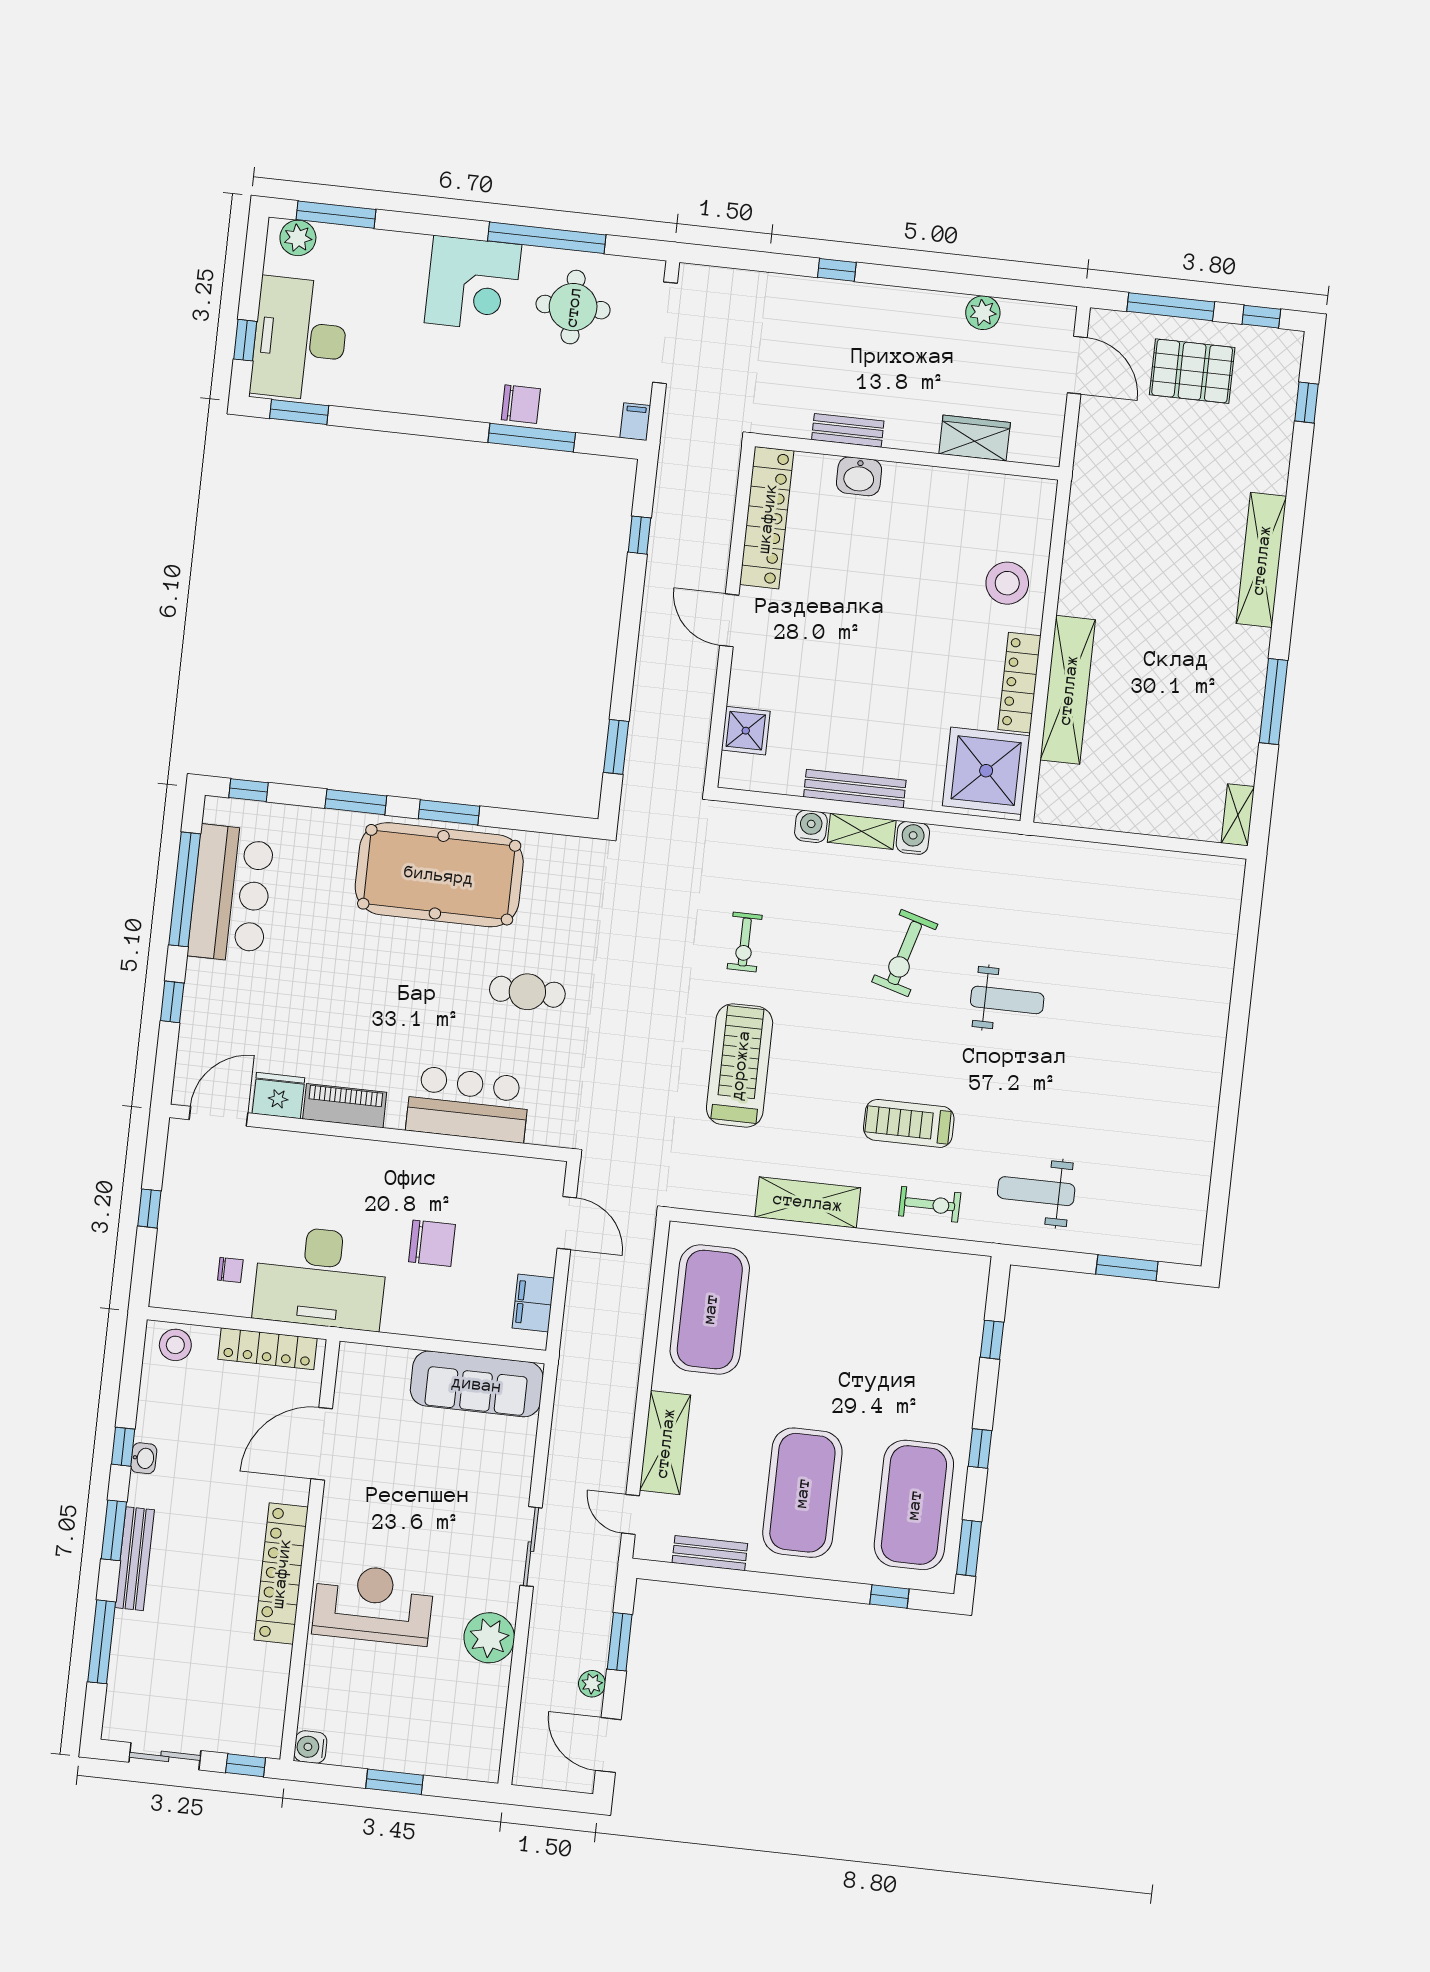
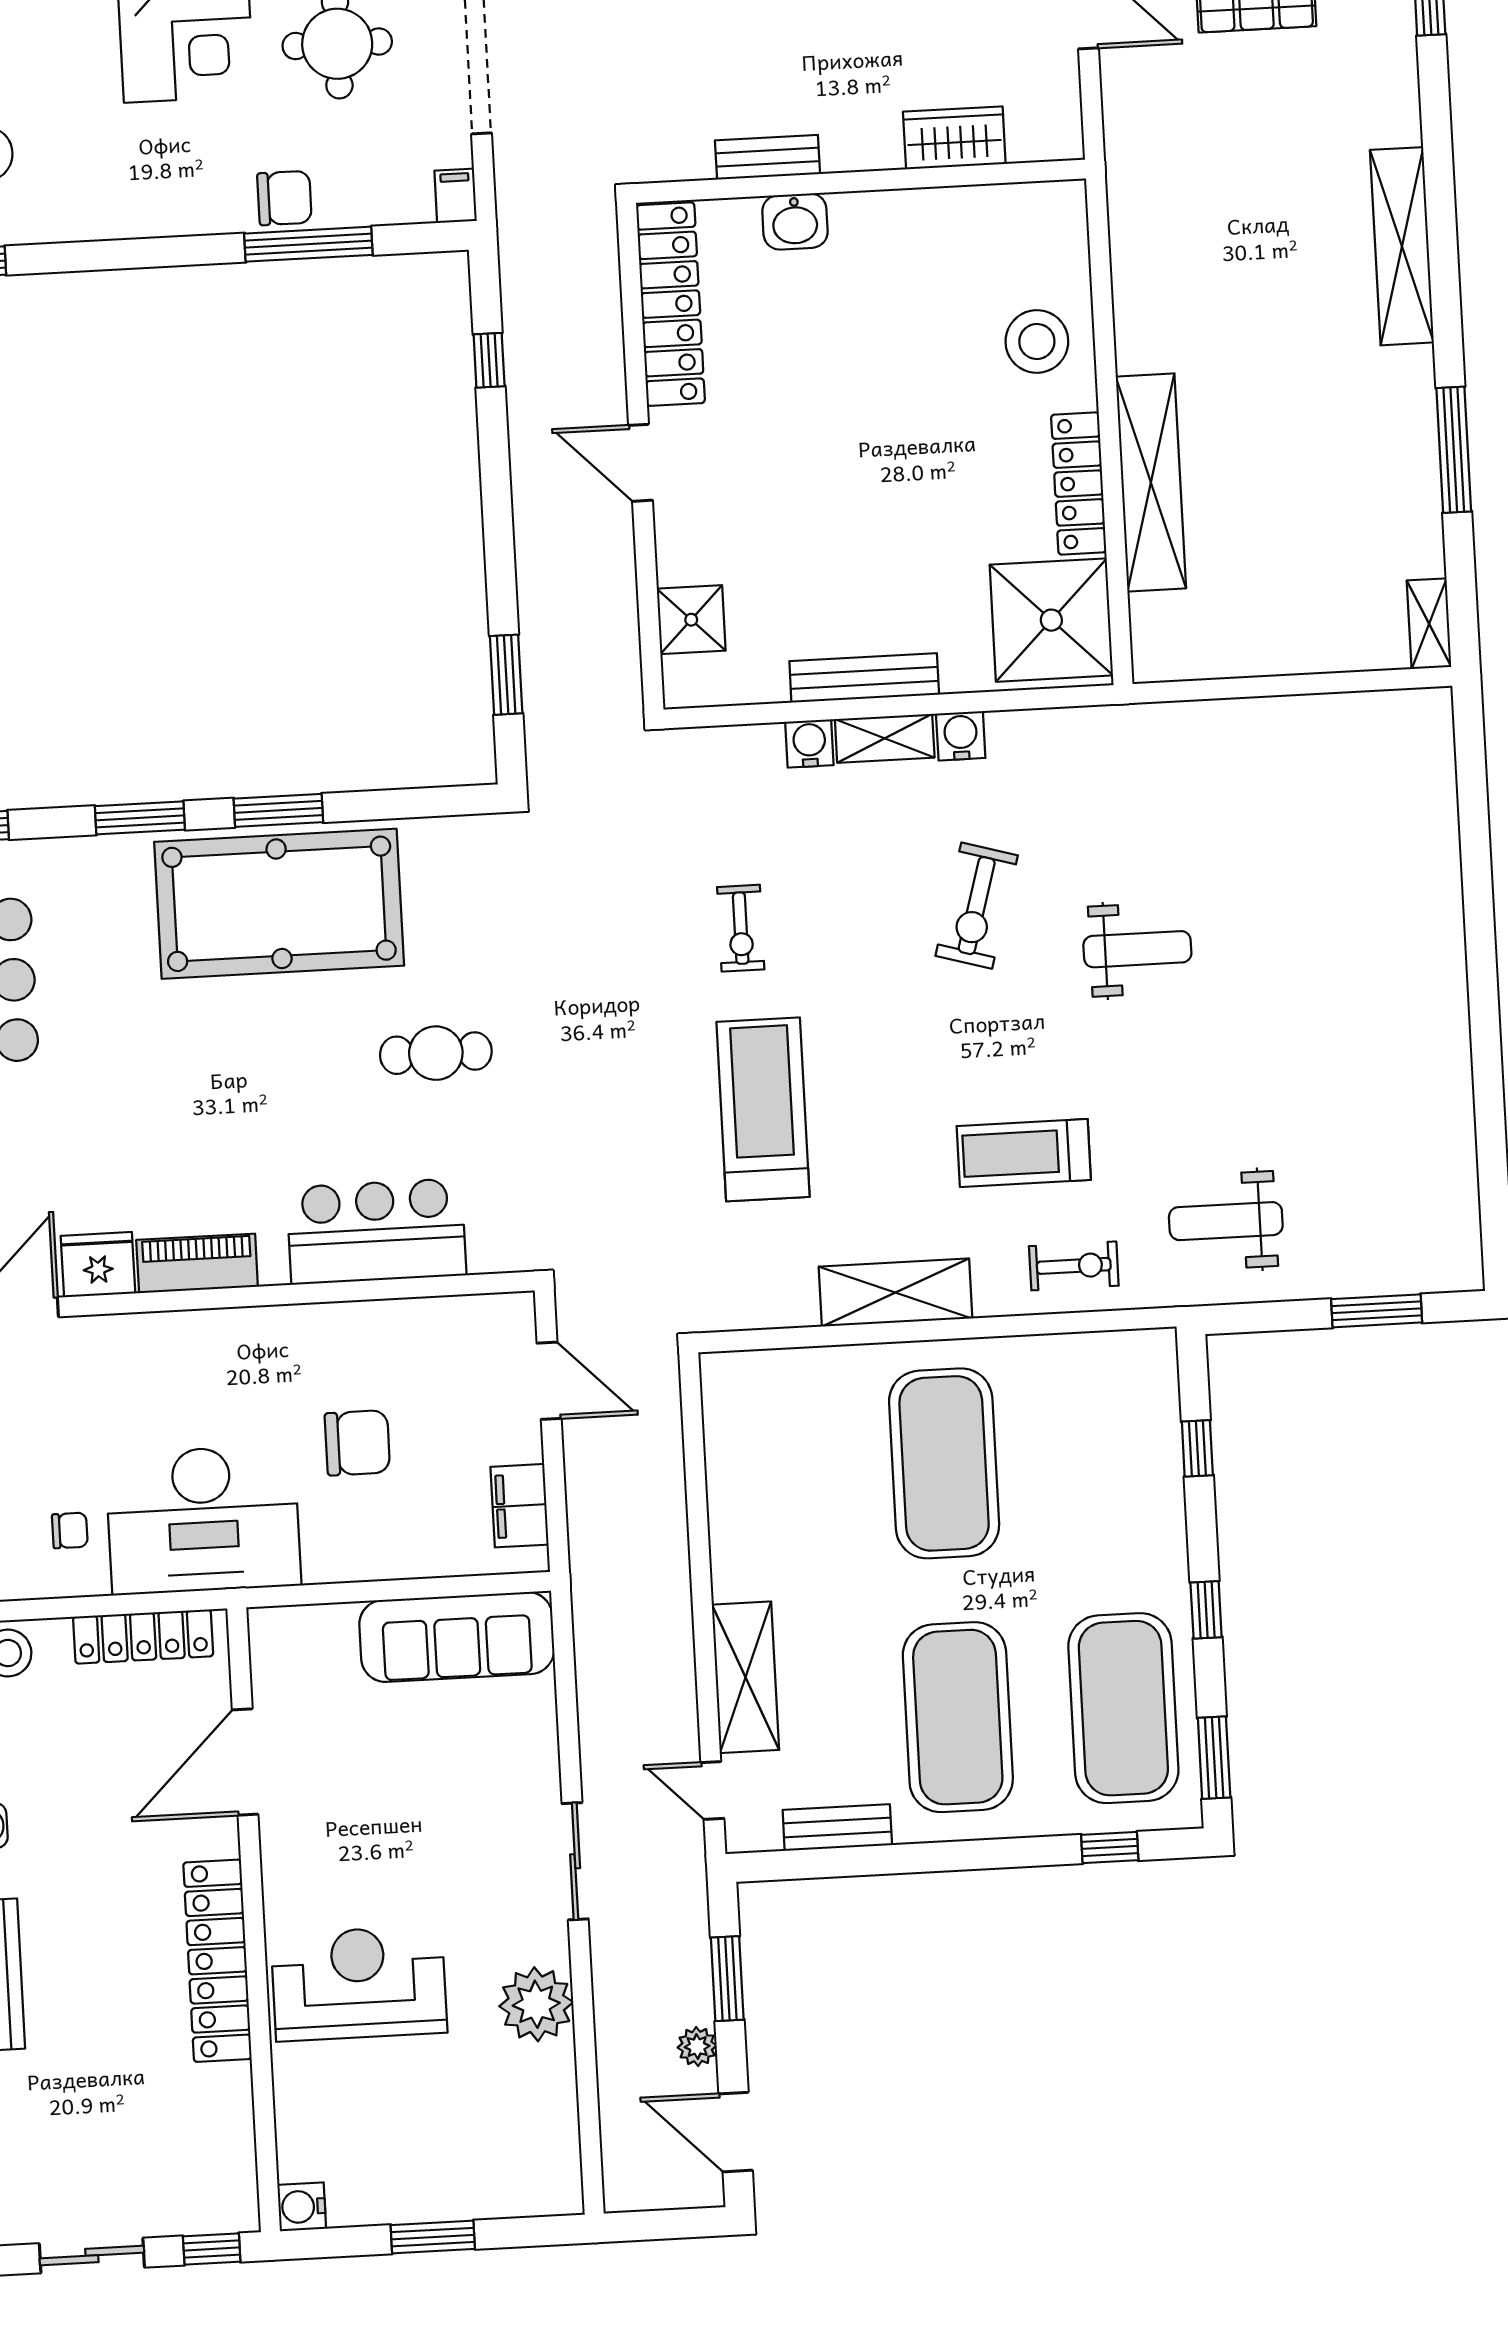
exercise mat: (710, 1309) -> (944, 1463), moved

